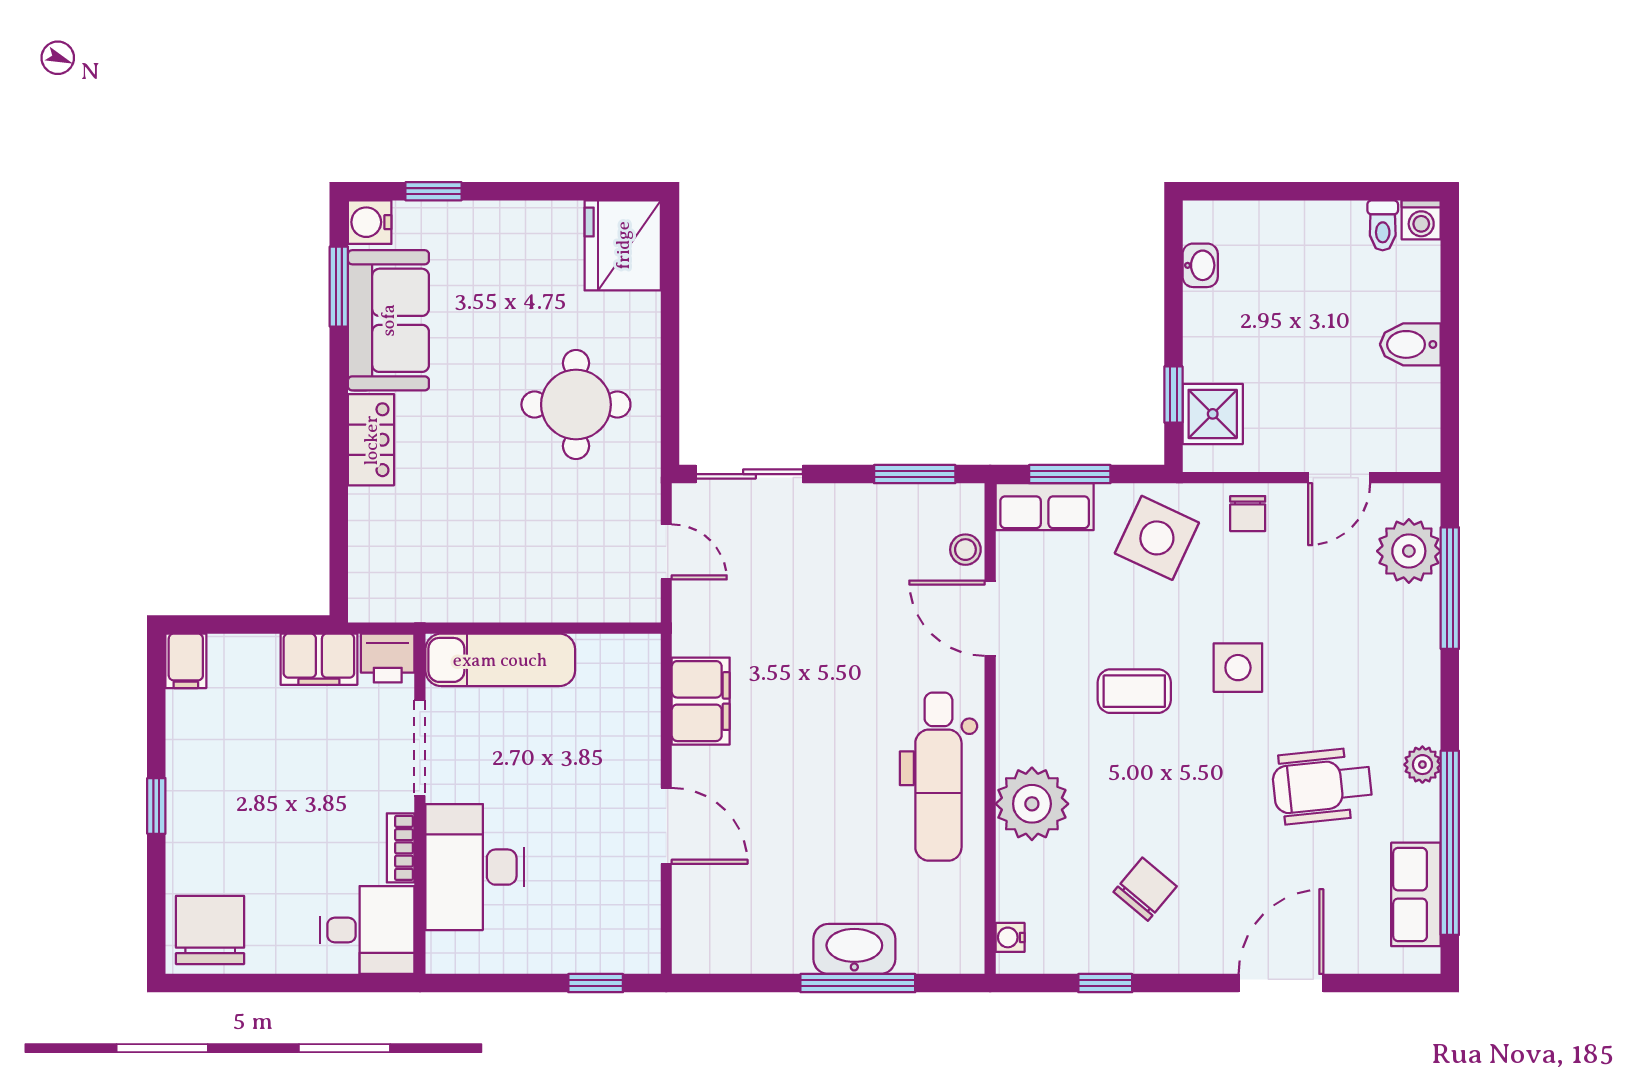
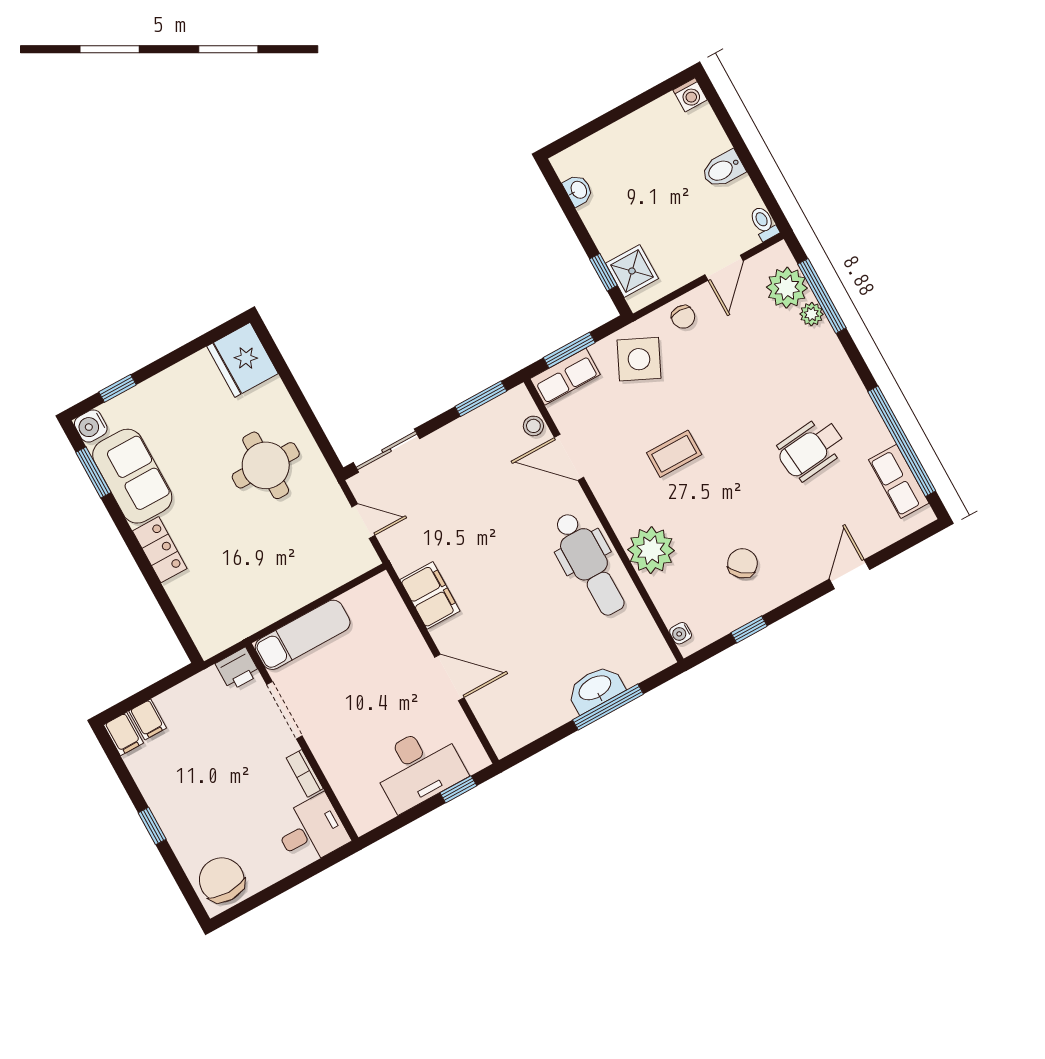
toilet: (1383, 225) -> (764, 223), moved, turned 180
filing cabinet: (319, 659) -> (148, 719), moved, width x0.50
side table: (1238, 668) -> (726, 408), removed
plant: (1422, 765) -> (812, 314), moved
desk: (475, 867) -> (418, 768), moved, turned -90
door: (1281, 983) -> (849, 574), width x0.73

